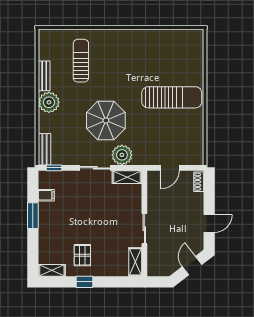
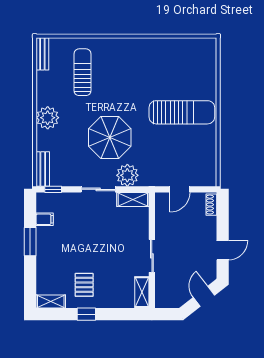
bench: (44, 76) -> (42, 54), moved

